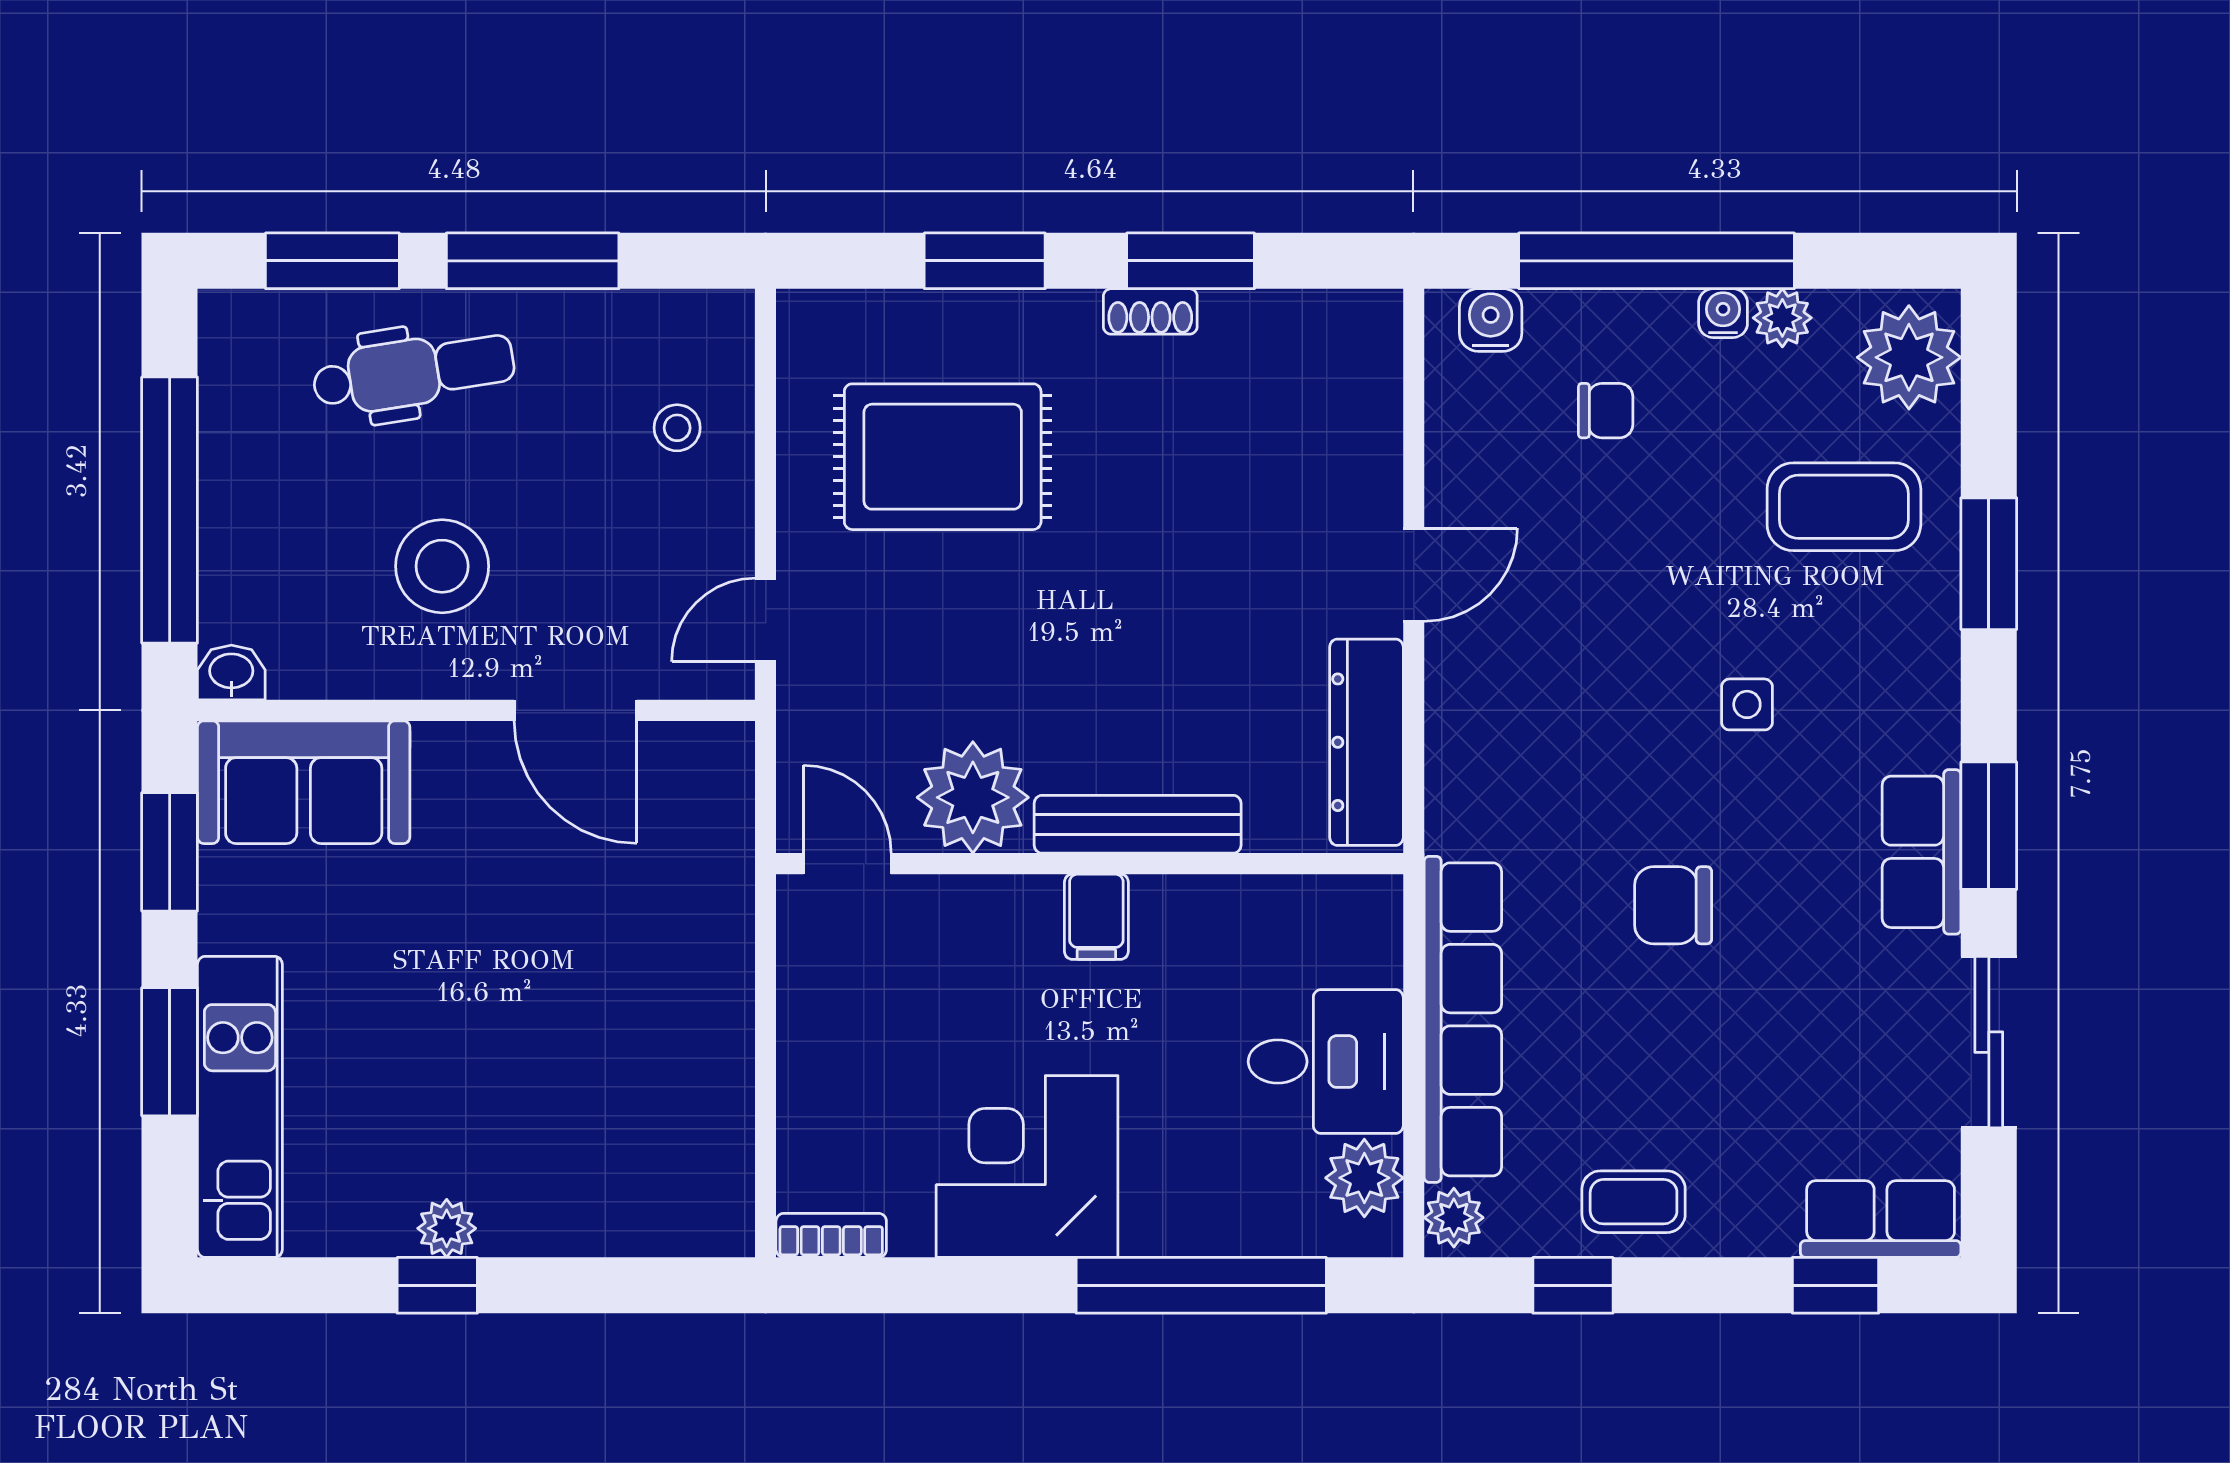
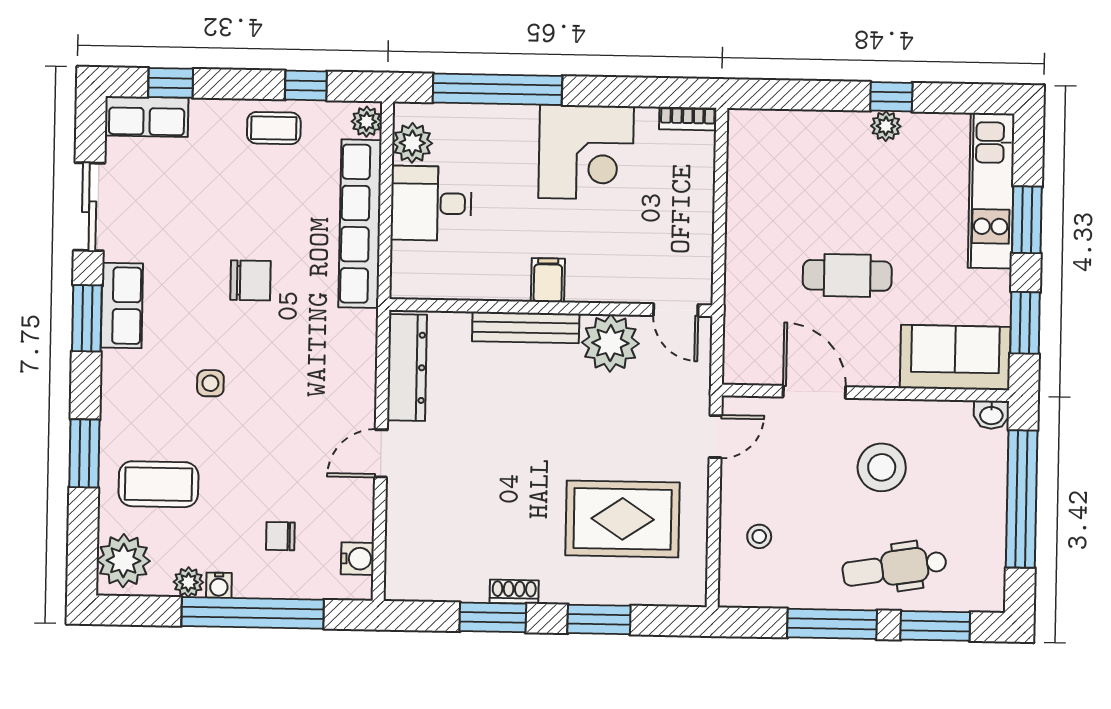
water cooler: (1491, 320) -> (357, 559), moved, turned -90
cafe table: (516, 937) -> (847, 275), added

